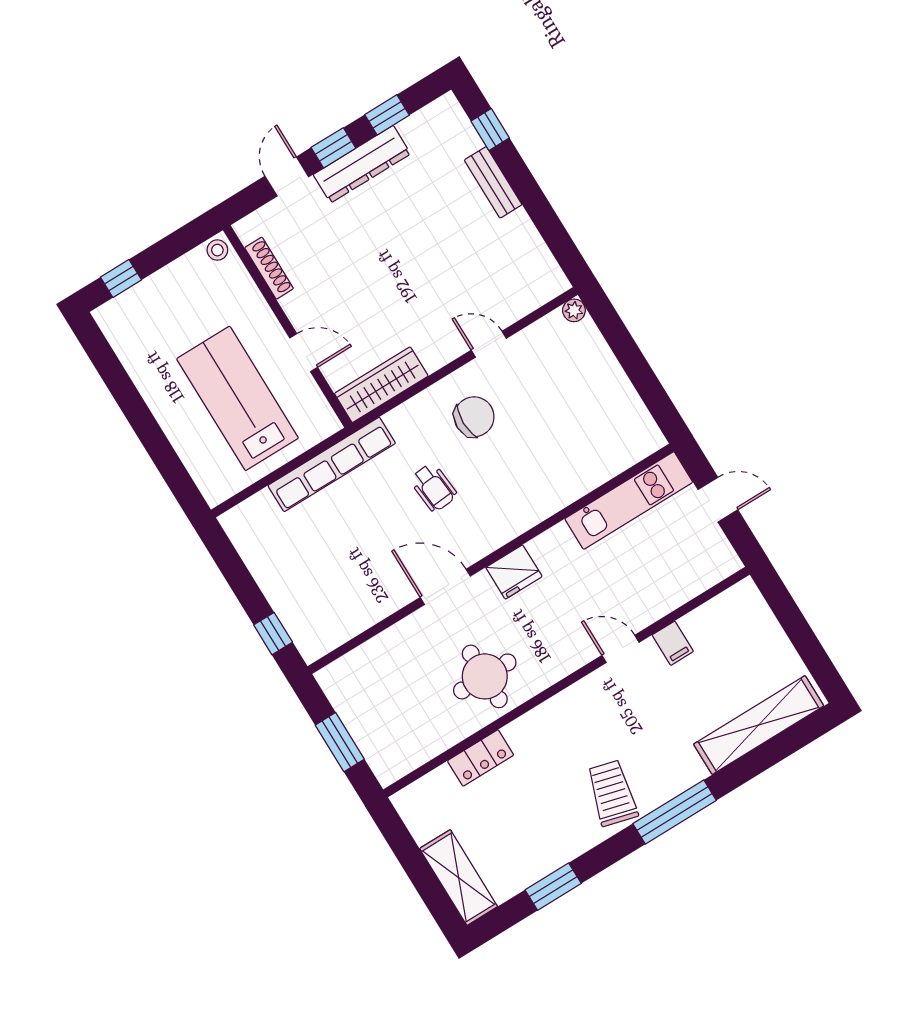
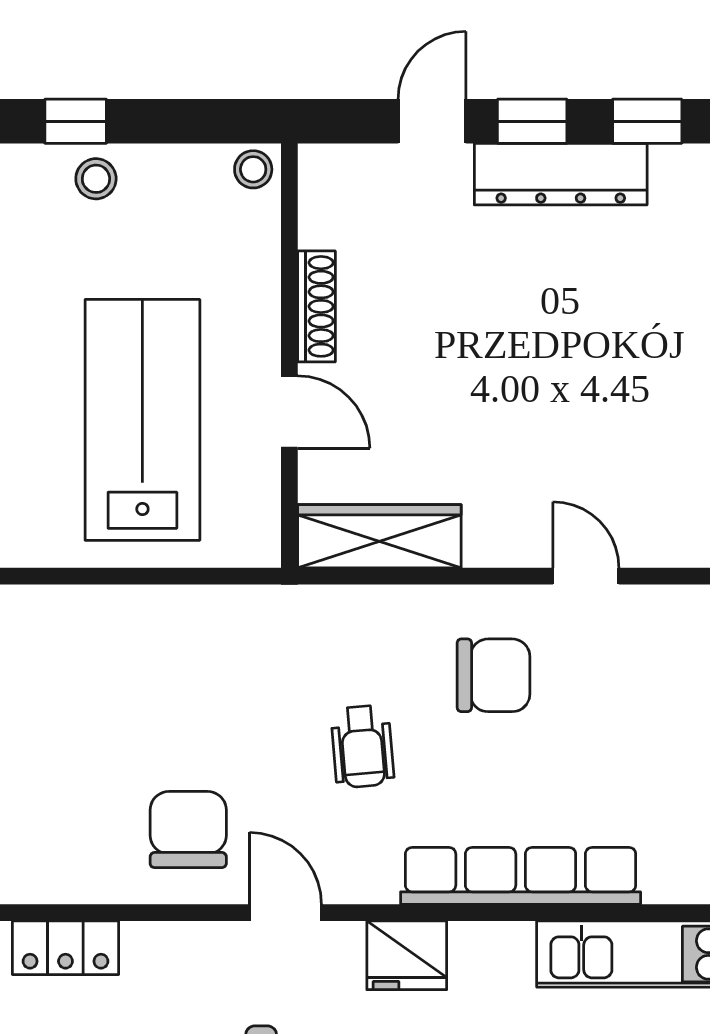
shoe rack: (269, 268) -> (316, 306), moved
stool: (147, 299) -> (96, 179), added
row of seats: (332, 464) -> (521, 876), moved, turned 180
chair: (376, 576) -> (188, 830), added
door: (445, 587) -> (286, 913), width x0.73
locker: (353, 666) -> (65, 948), added

